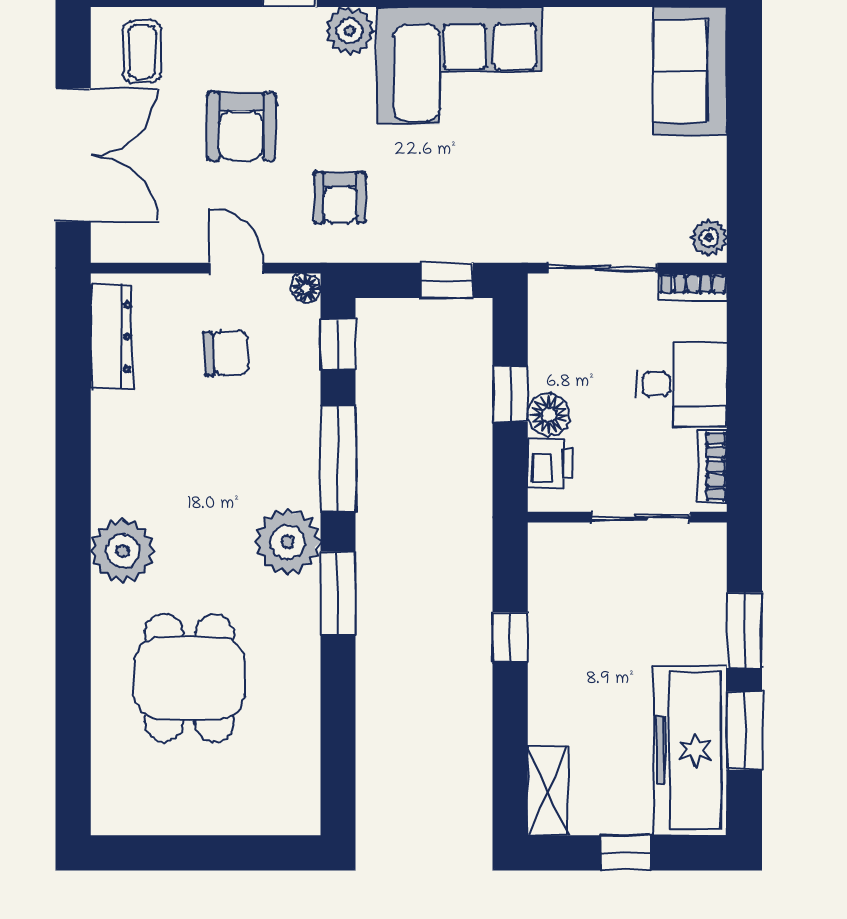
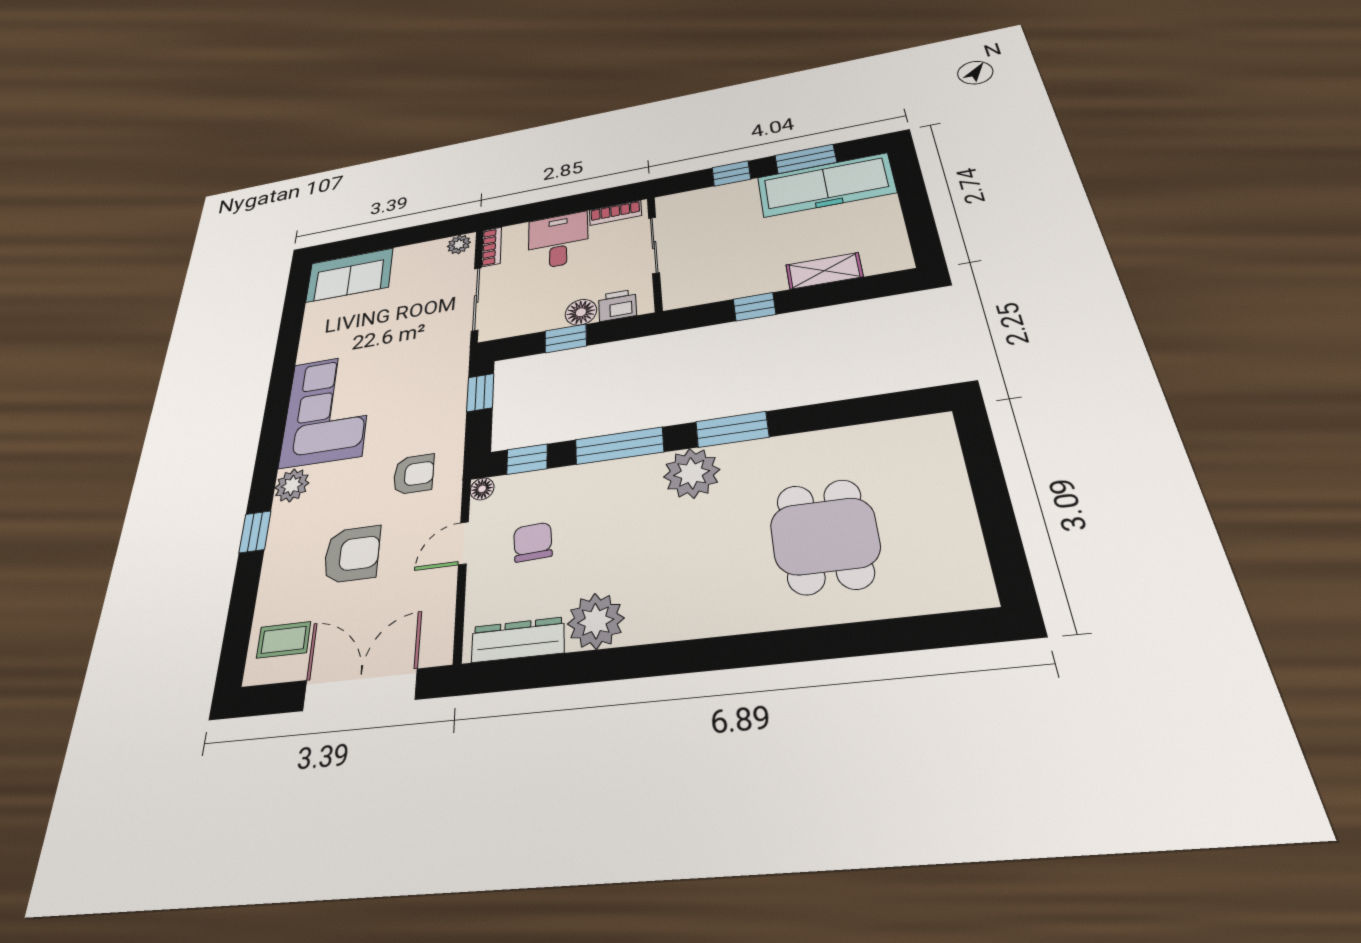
plant: (123, 551) -> (596, 621), moved
window: (744, 630) -> (731, 173), width x0.67
dining table: (189, 678) -> (825, 536), turned 90
shelving: (548, 791) -> (824, 271), moved
window: (626, 853) -> (916, 206), removed

